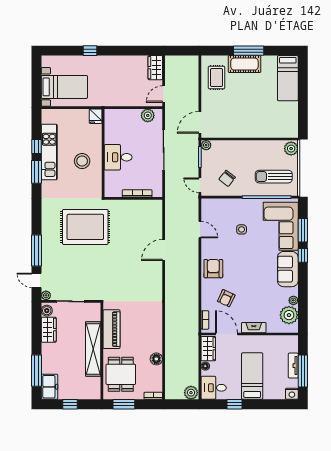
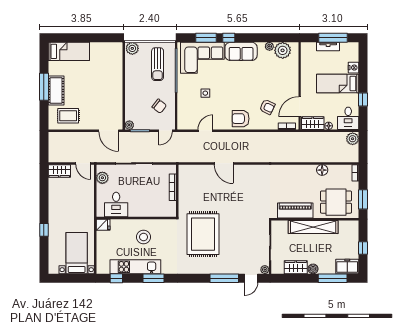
window: (36, 147) -> (116, 278), moved
desk: (118, 157) -> (116, 205), moved
boiler: (47, 311) -> (313, 269), moved
fireplace: (254, 328) -> (294, 82), removed
nightstand: (292, 394) -> (354, 68), moved

